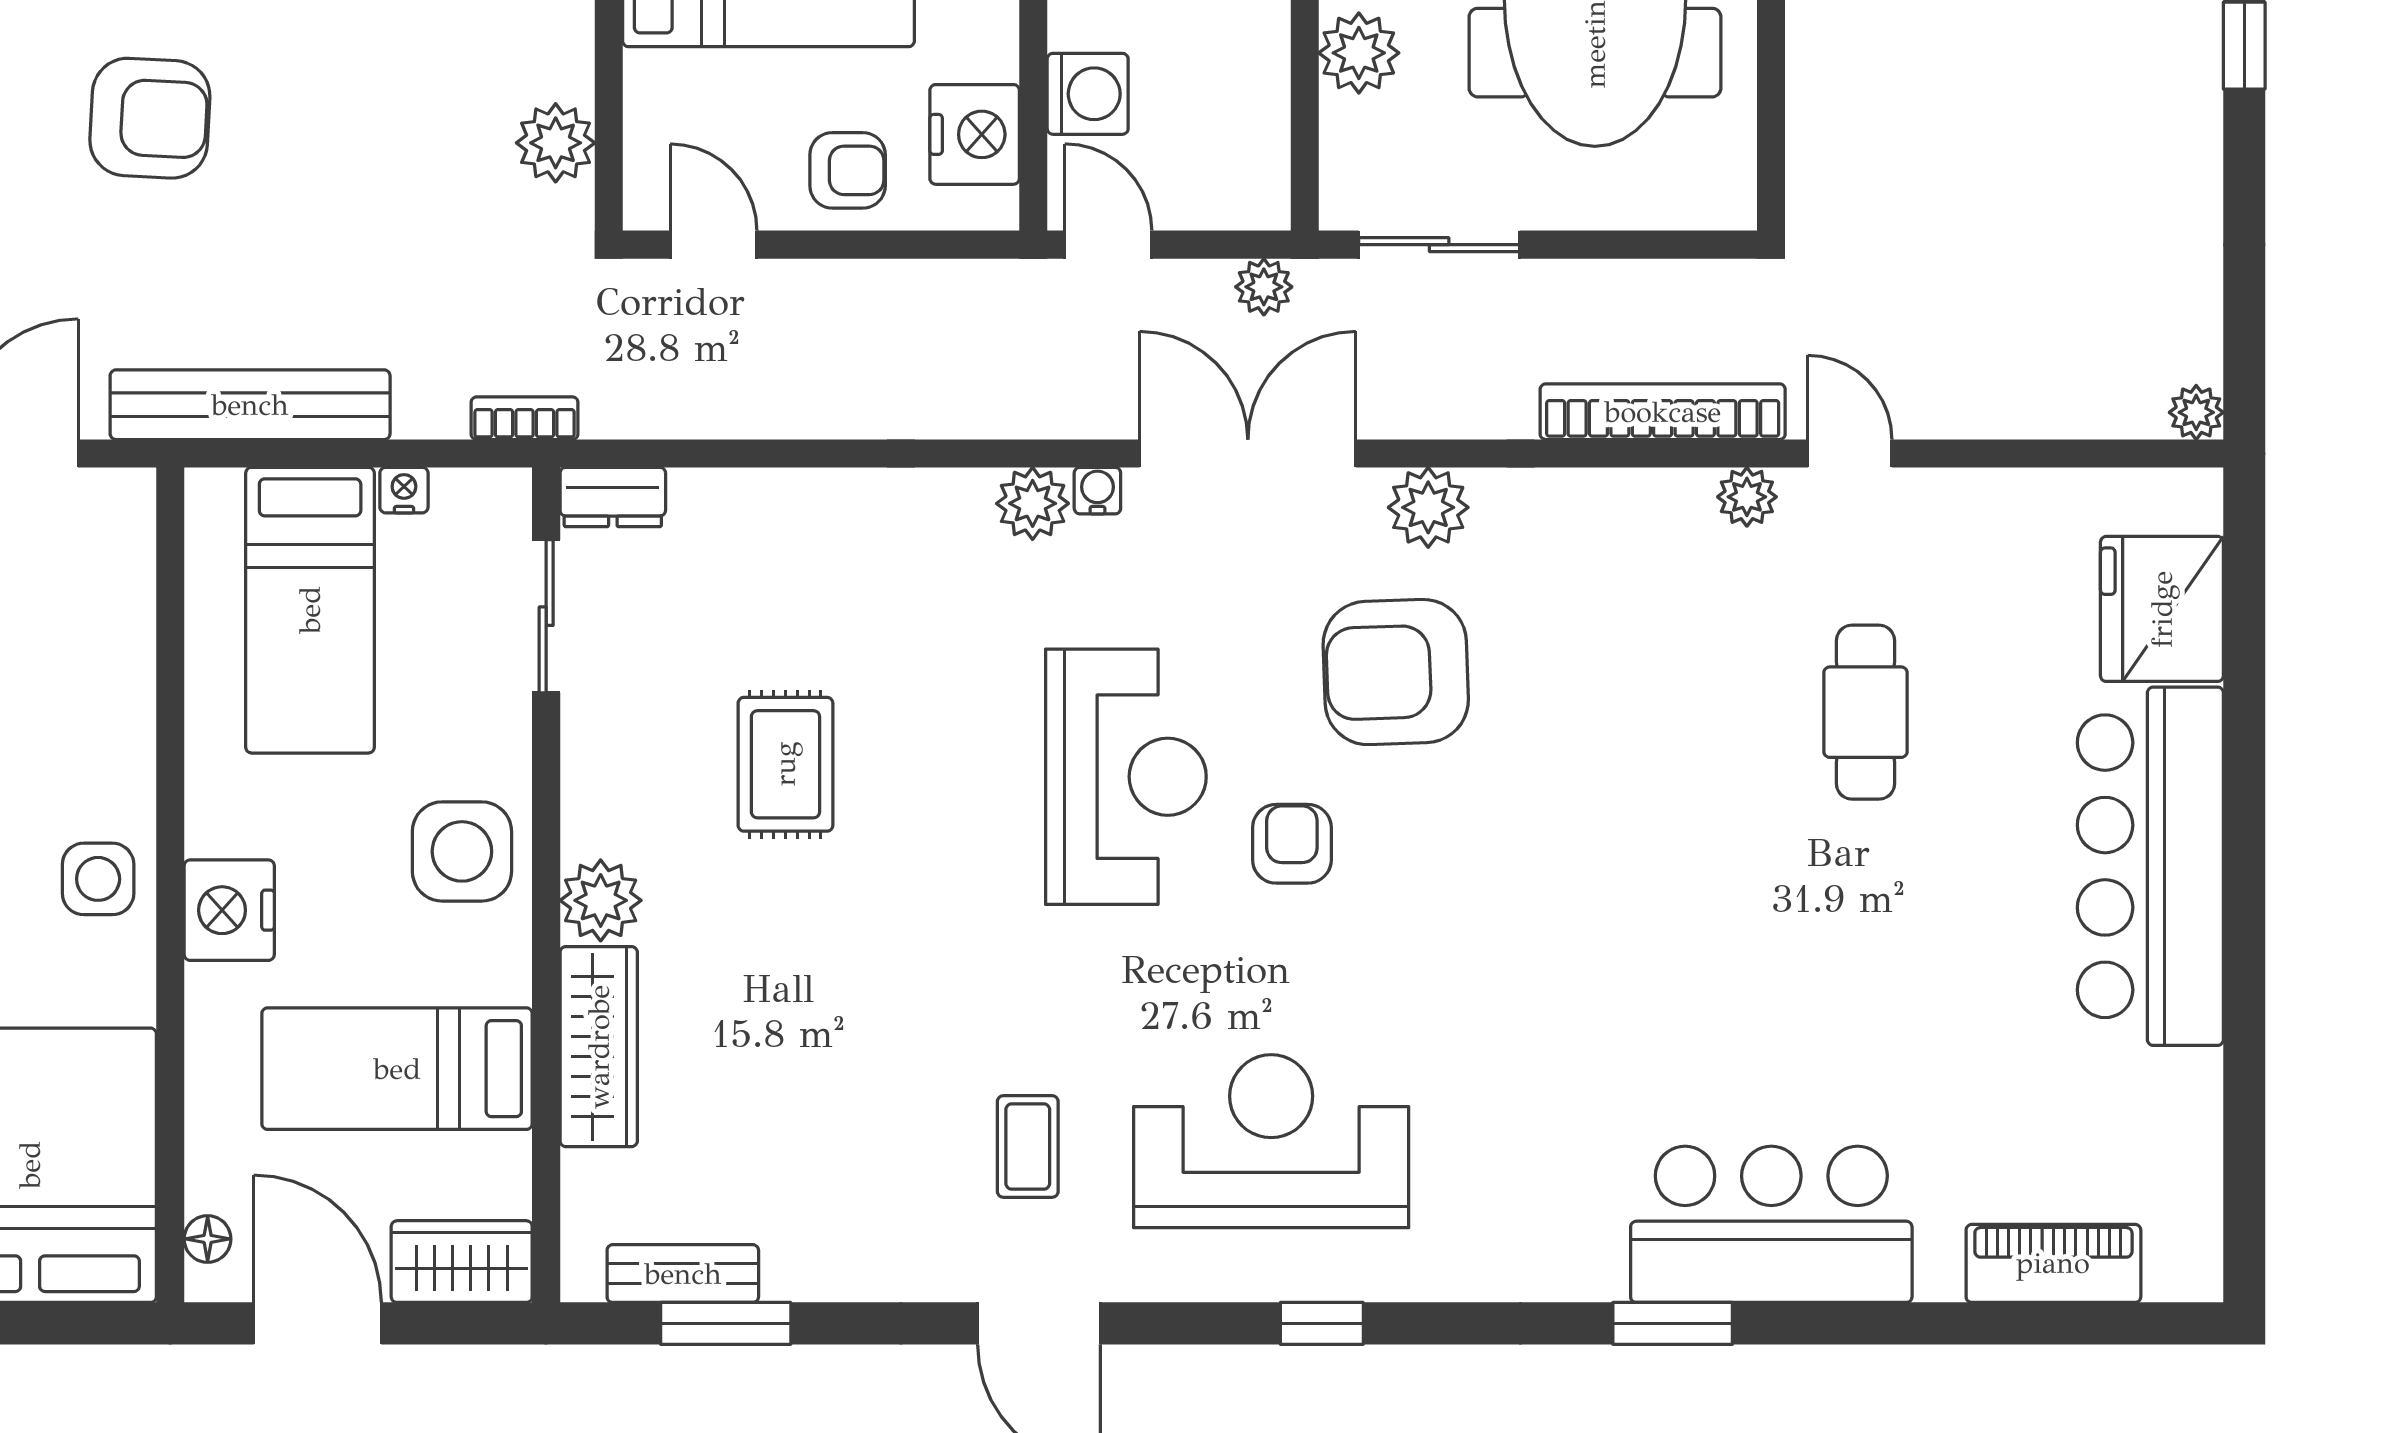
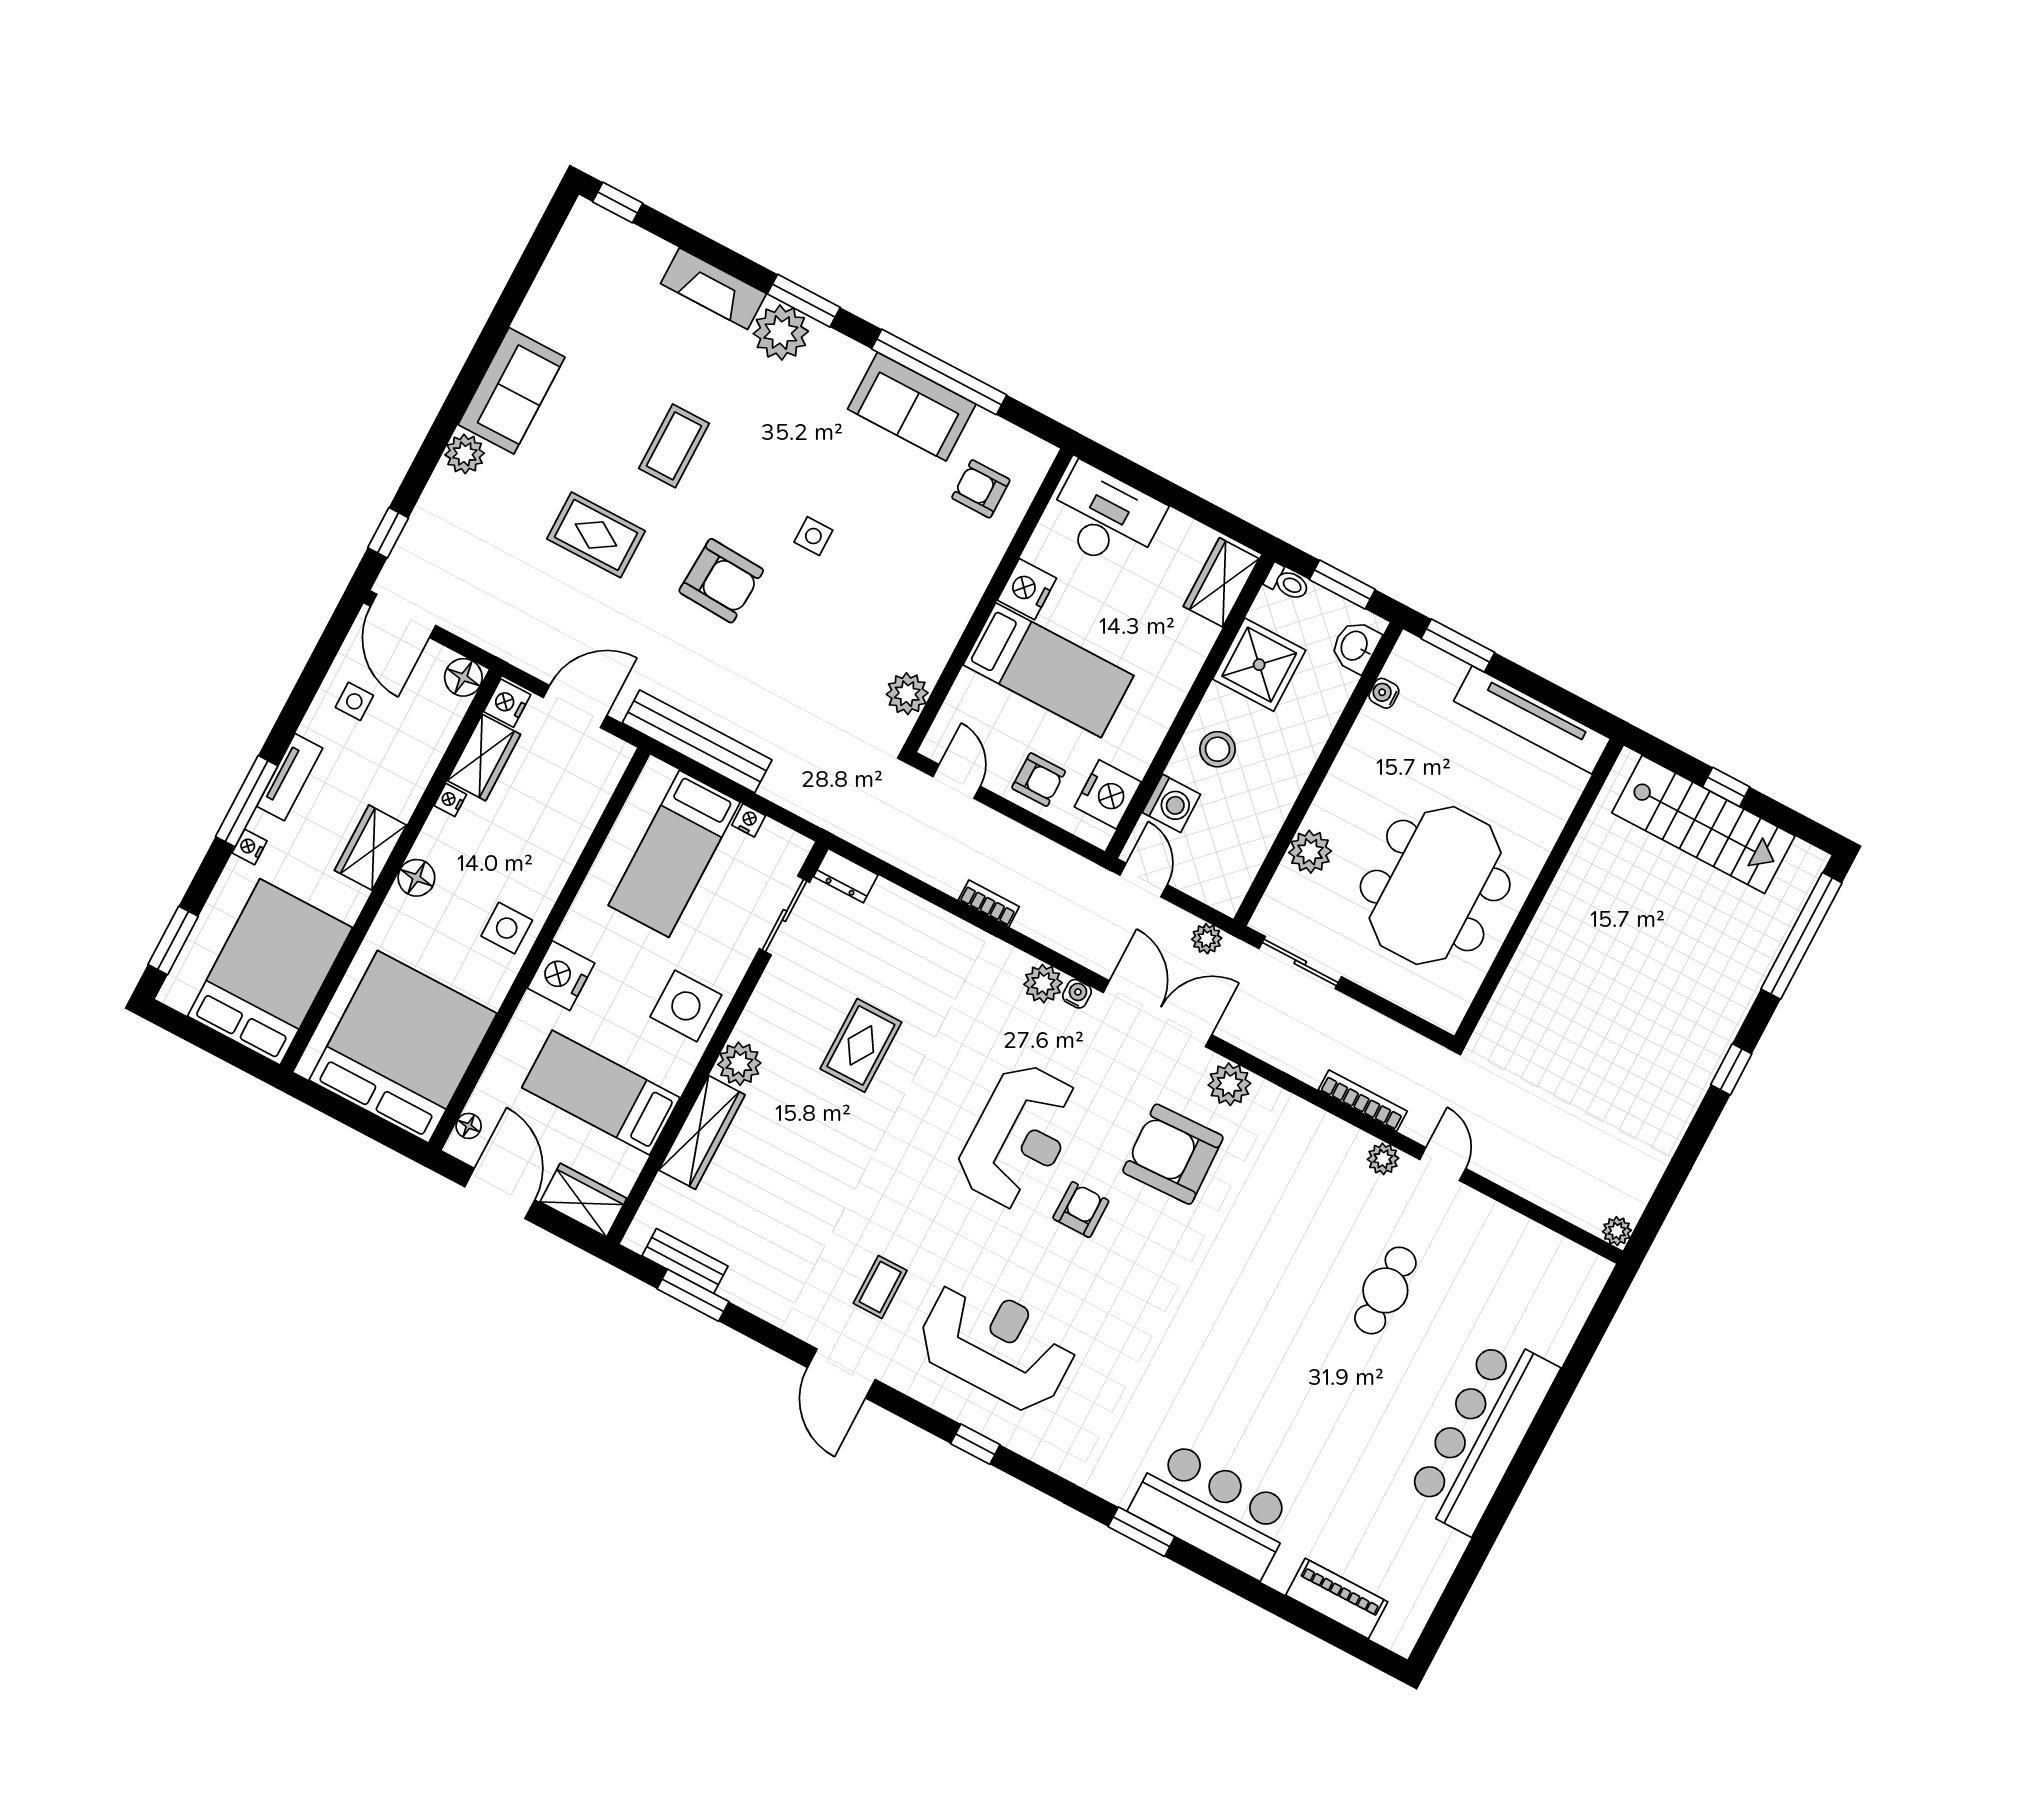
bookcase: (1663, 412) -> (1363, 1101), width x0.68, depth x0.76
bookcase: (525, 418) -> (989, 903), moved
fridge: (2162, 609) -> (1552, 1316), removed

